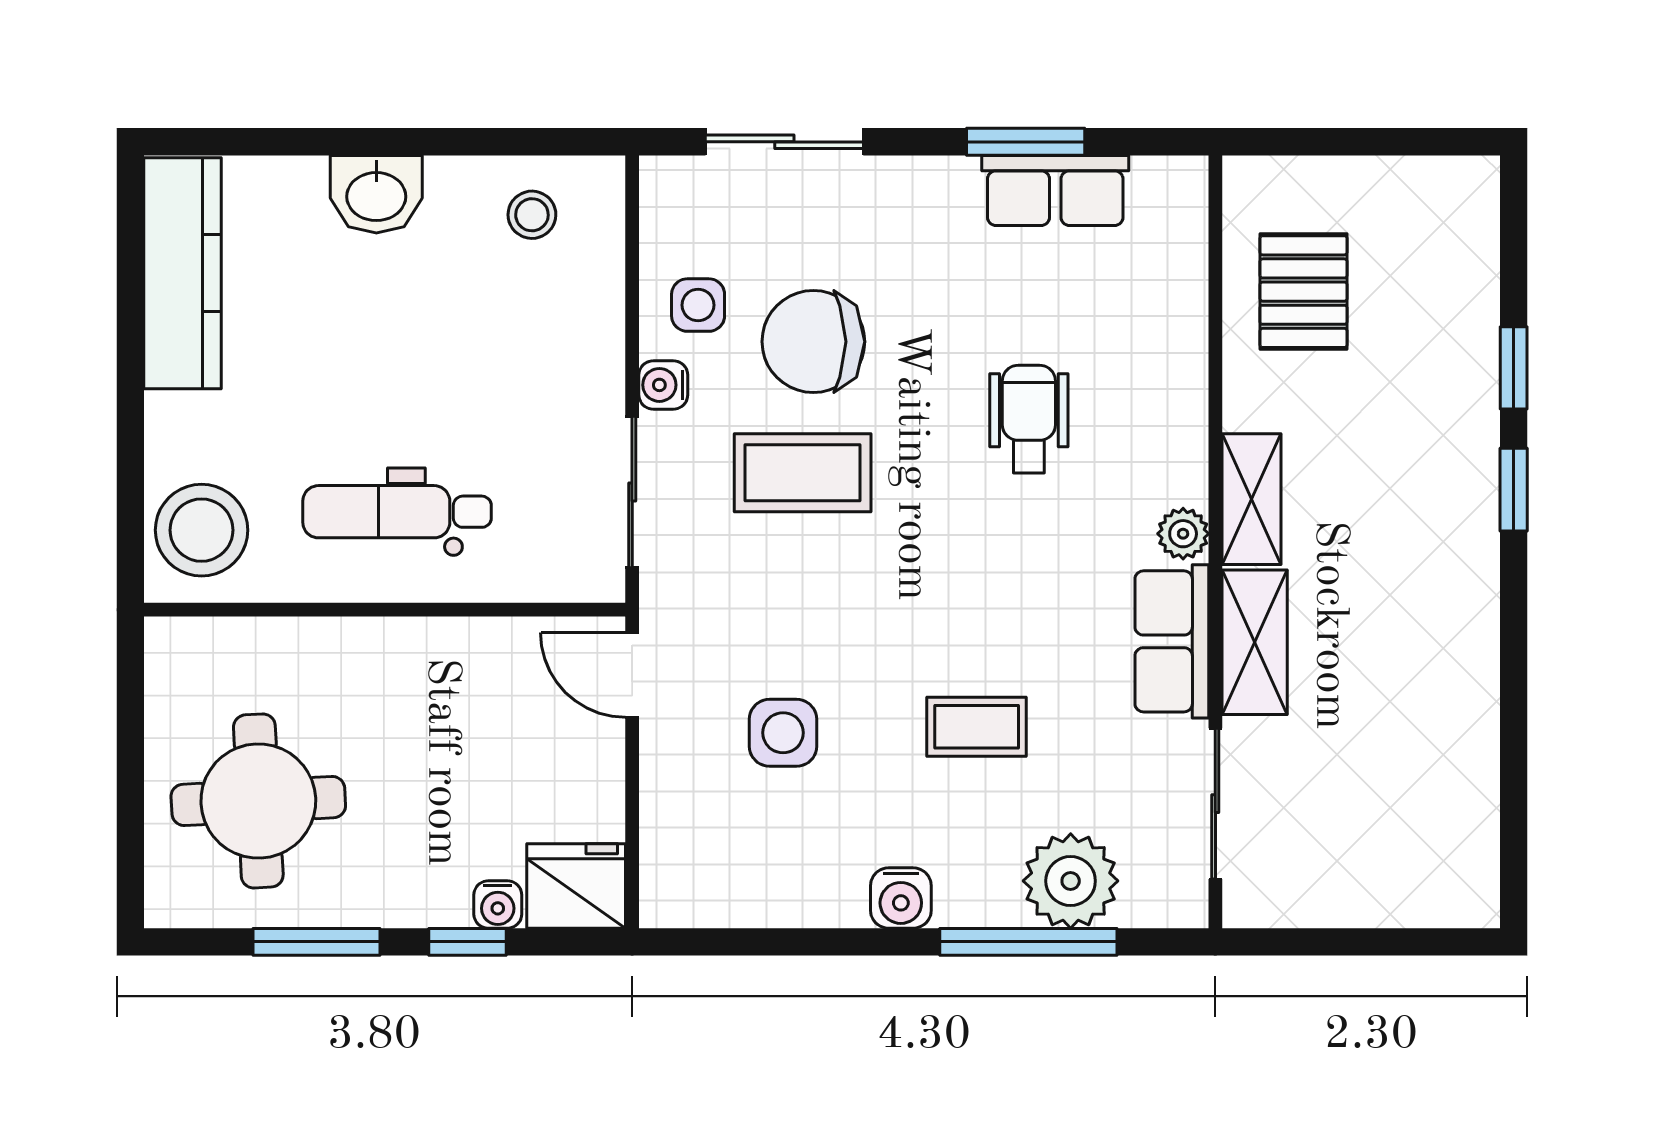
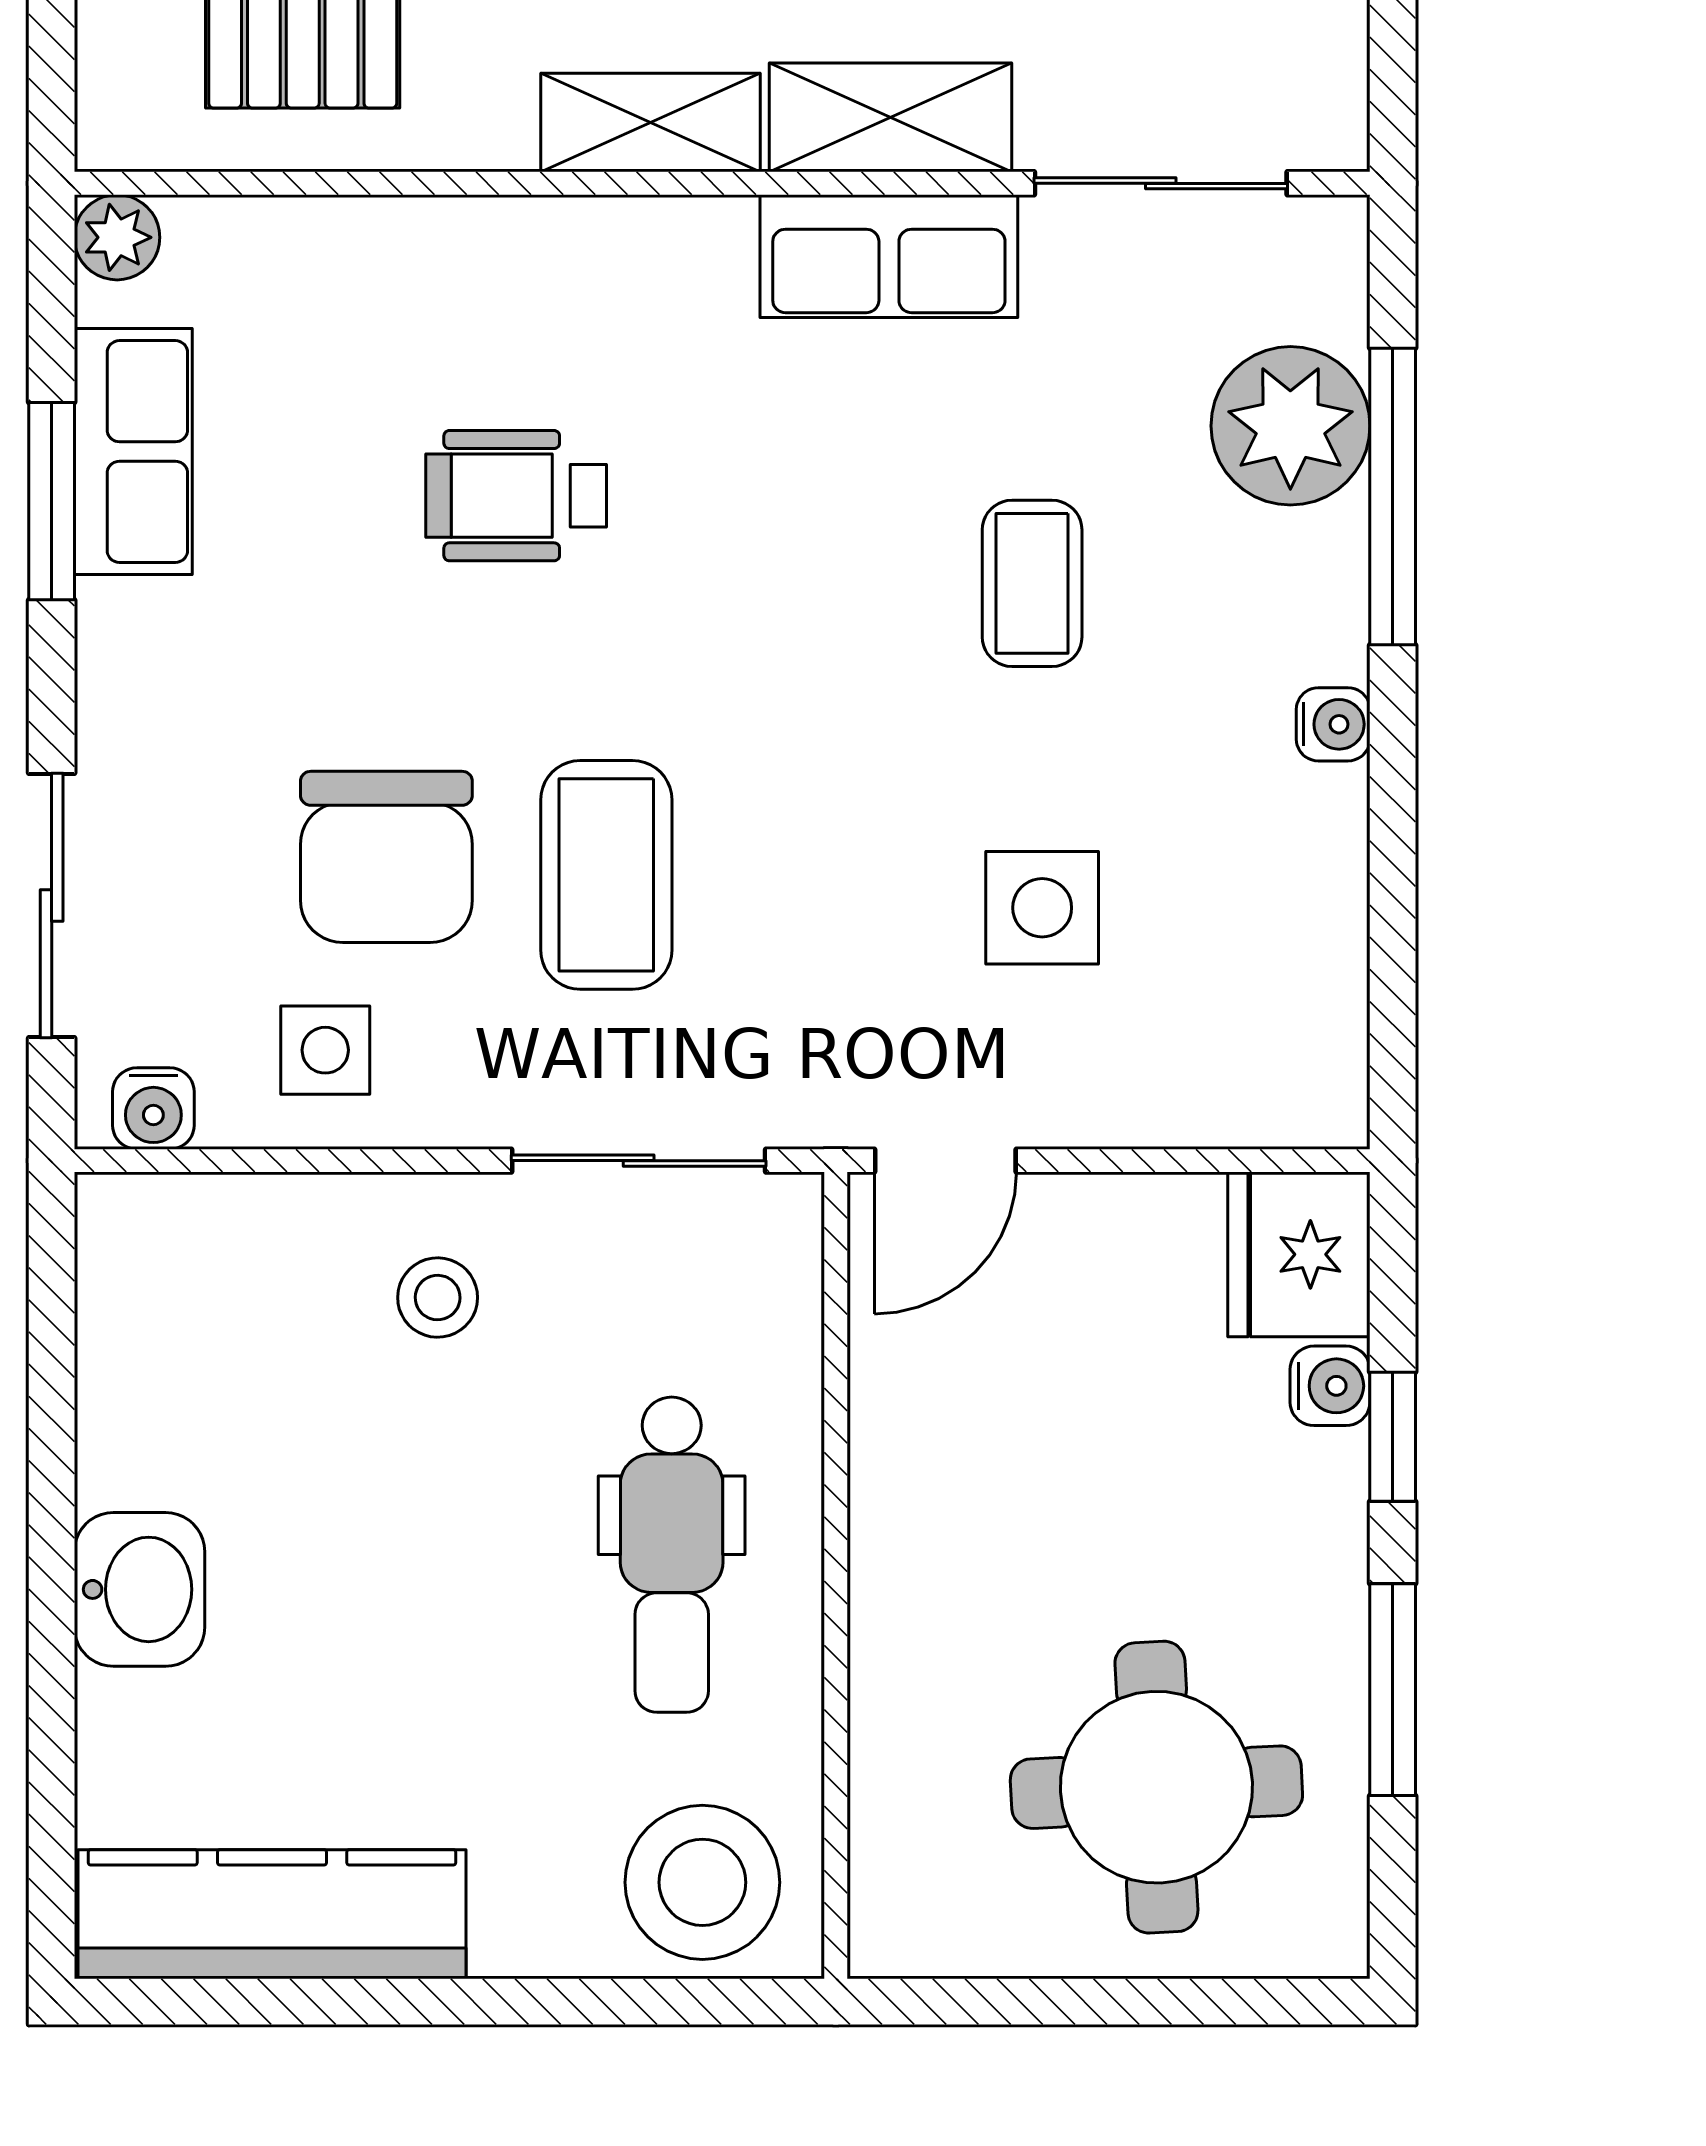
stool: (532, 215) -> (438, 1298), moved
water cooler: (663, 385) -> (153, 1108), moved
plant: (1183, 534) -> (117, 237), moved
water cooler: (901, 898) -> (1333, 724), width x0.72, depth x0.72

